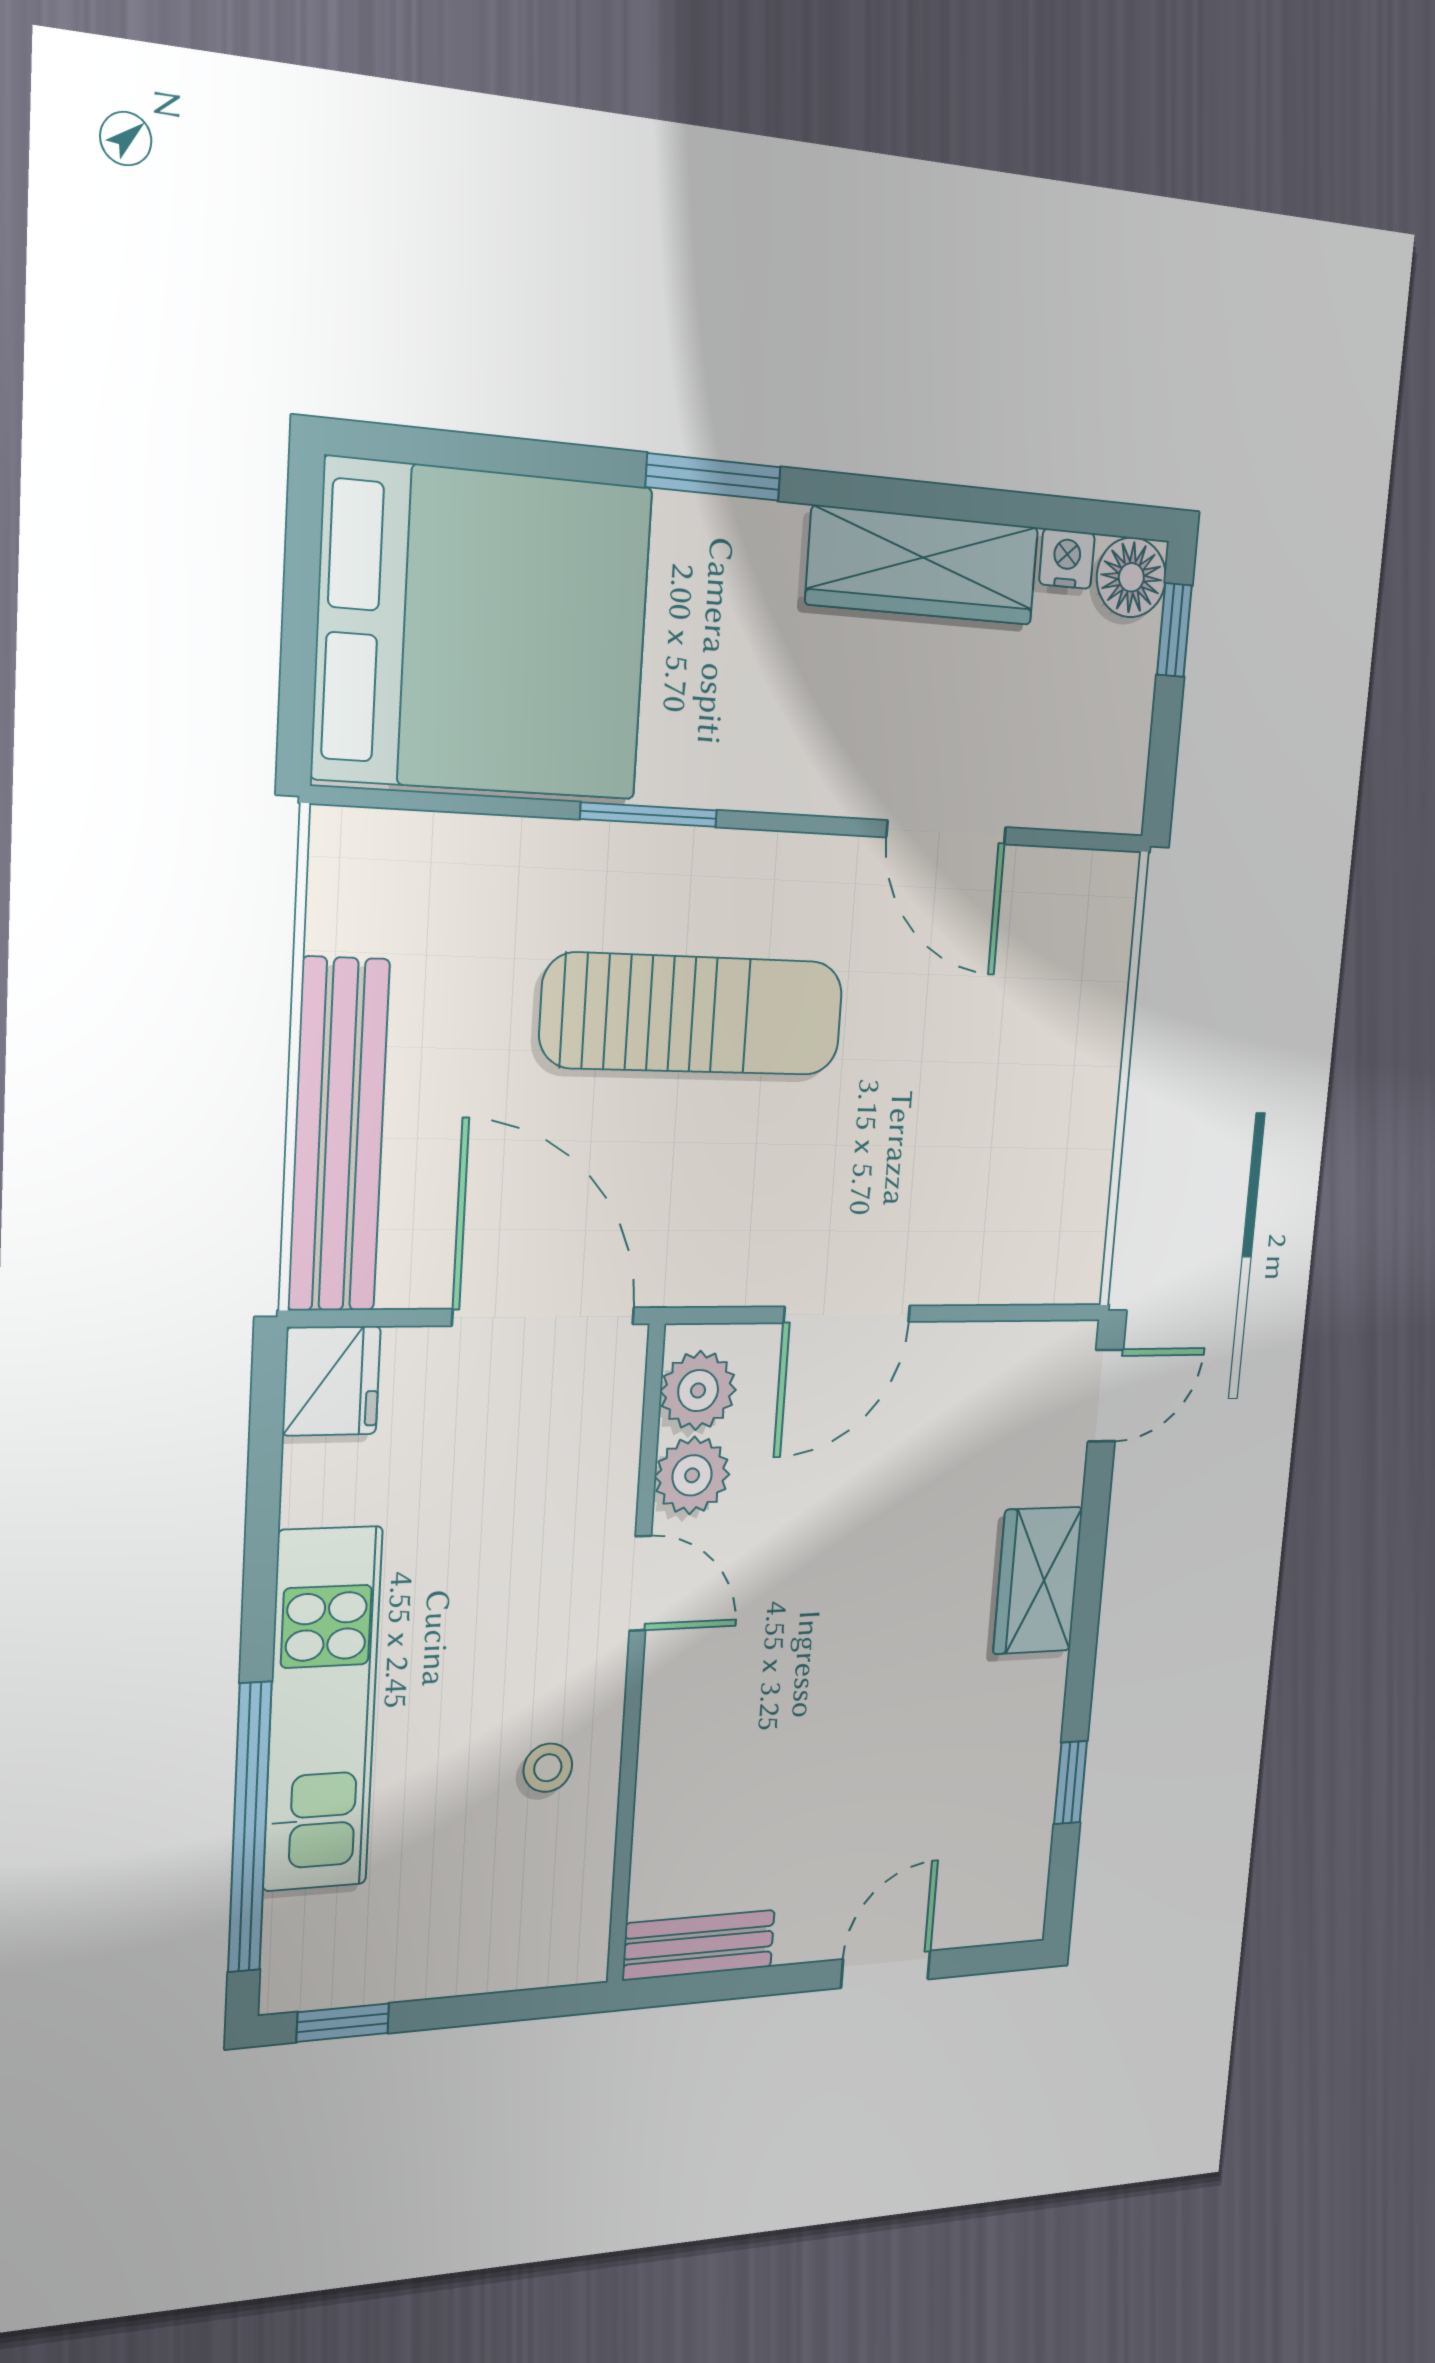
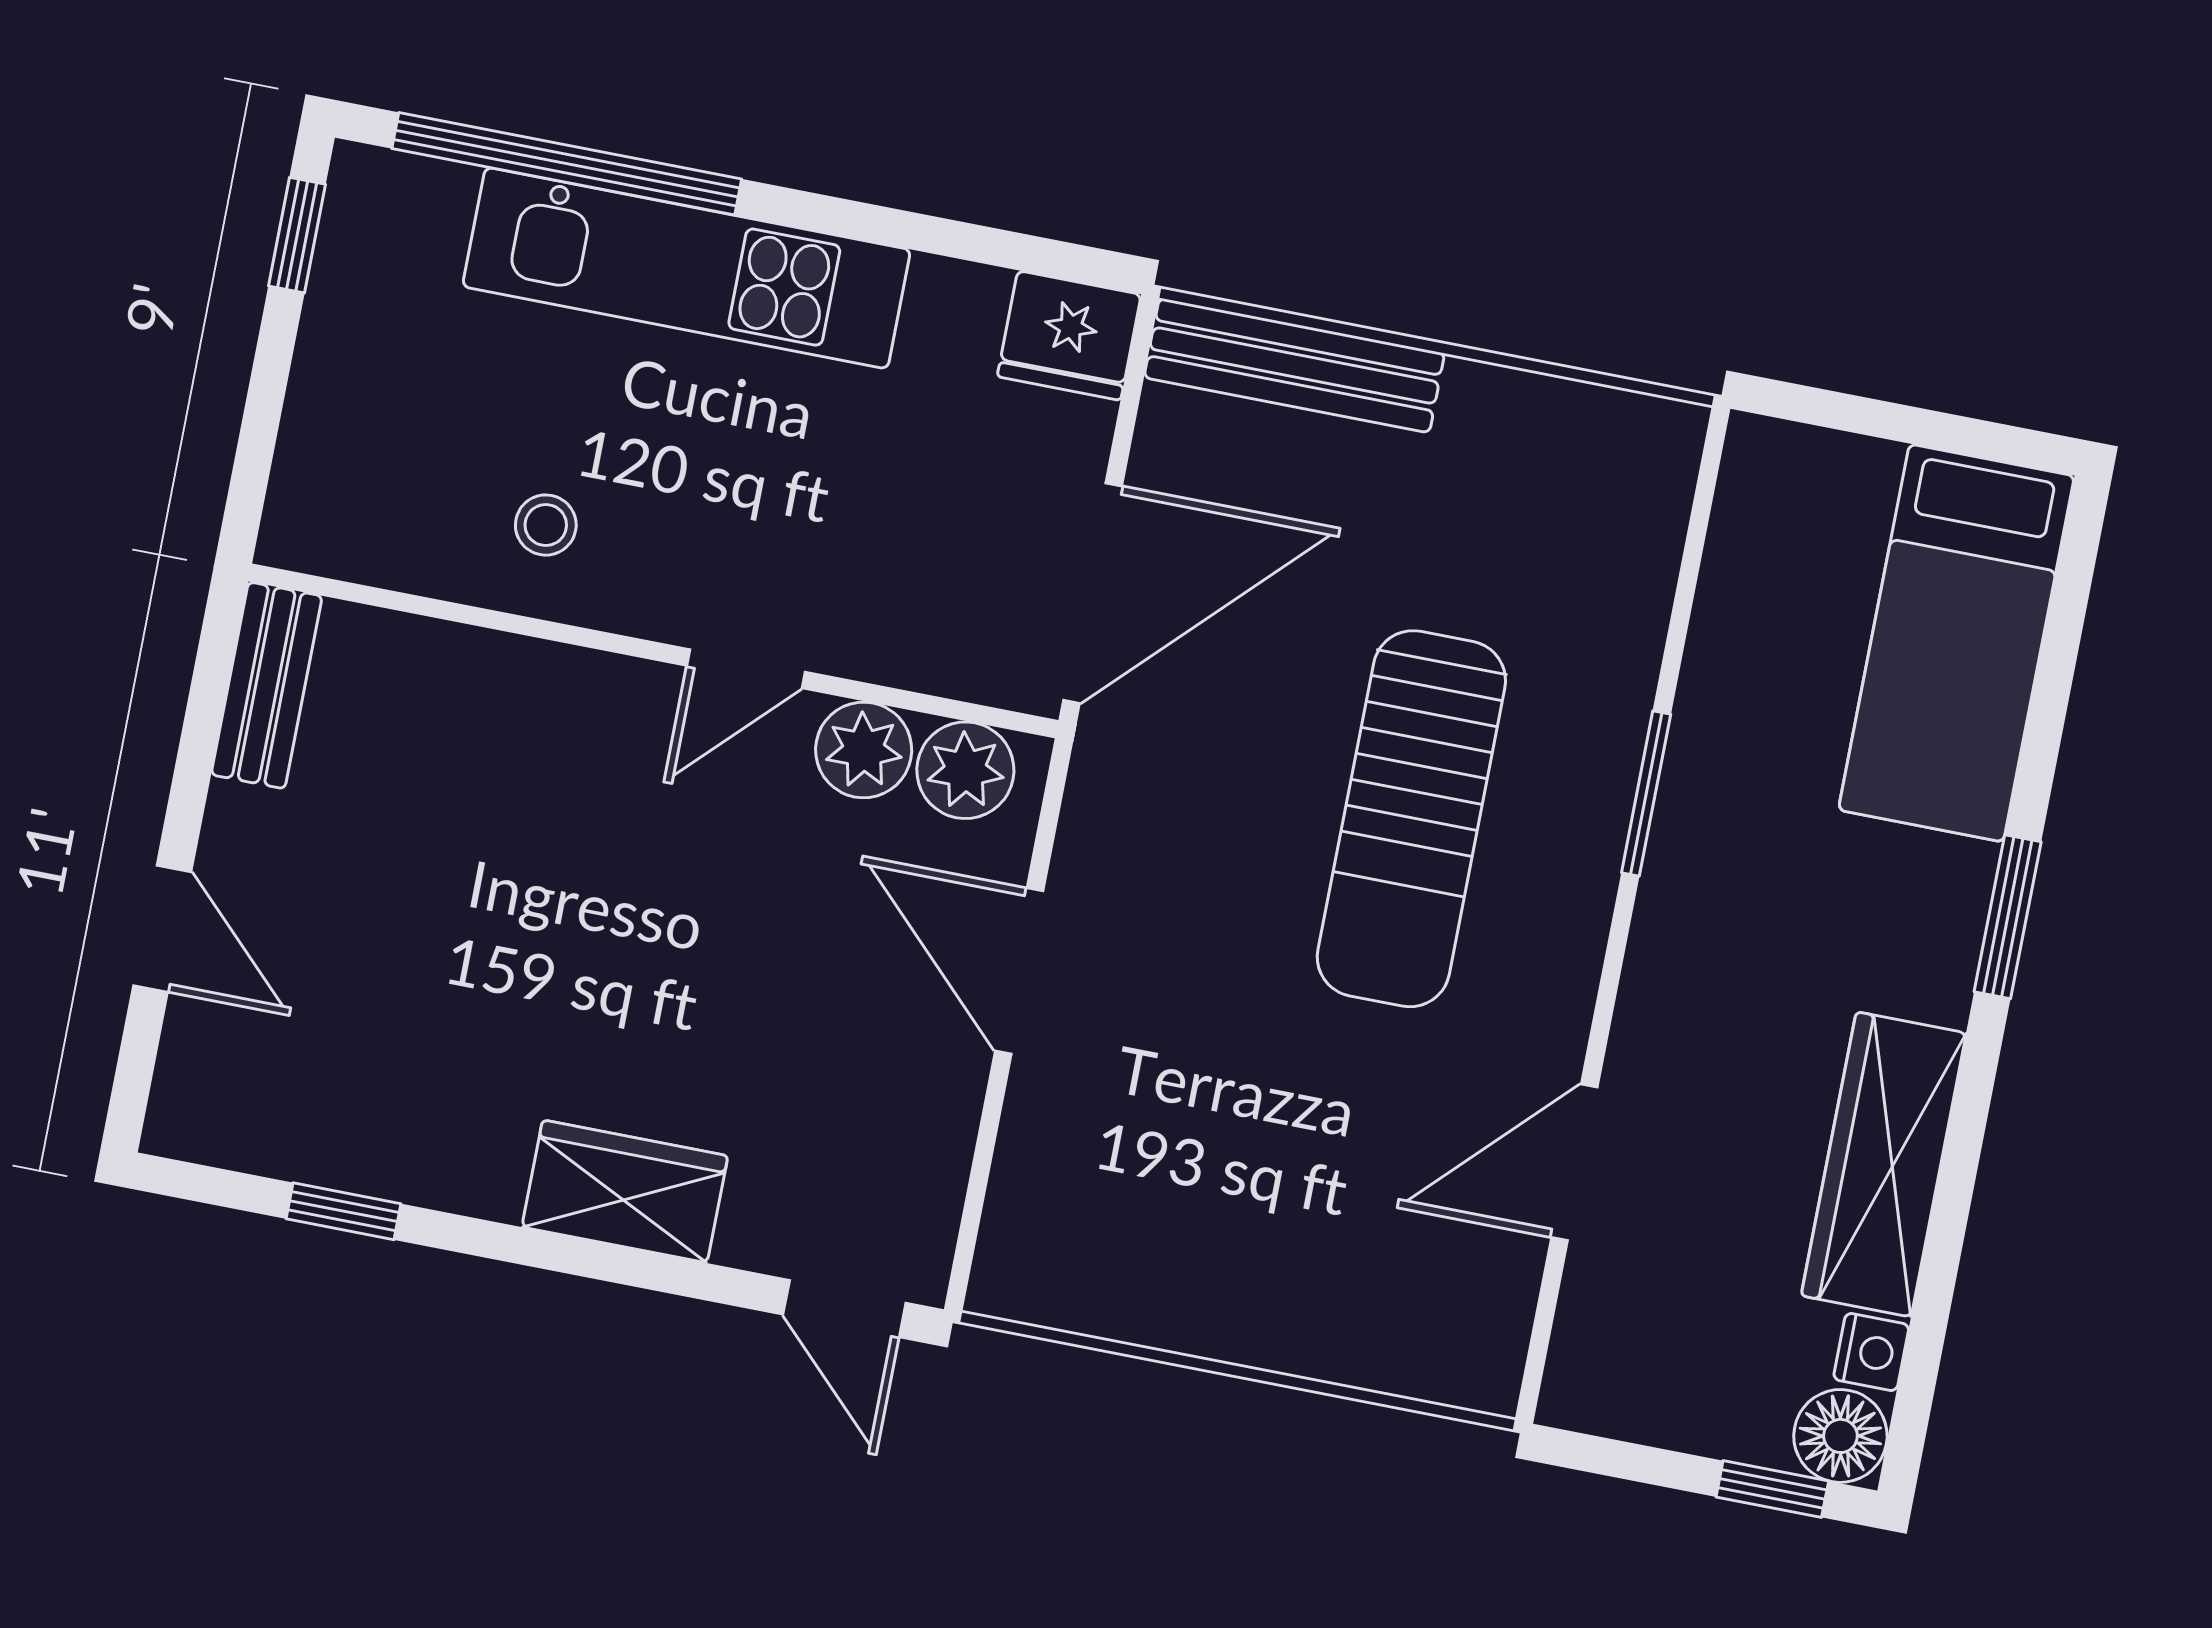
bed: (483, 632) -> (1956, 643), width x0.49
bench: (338, 1136) -> (1294, 365), width x0.73, depth x0.82

